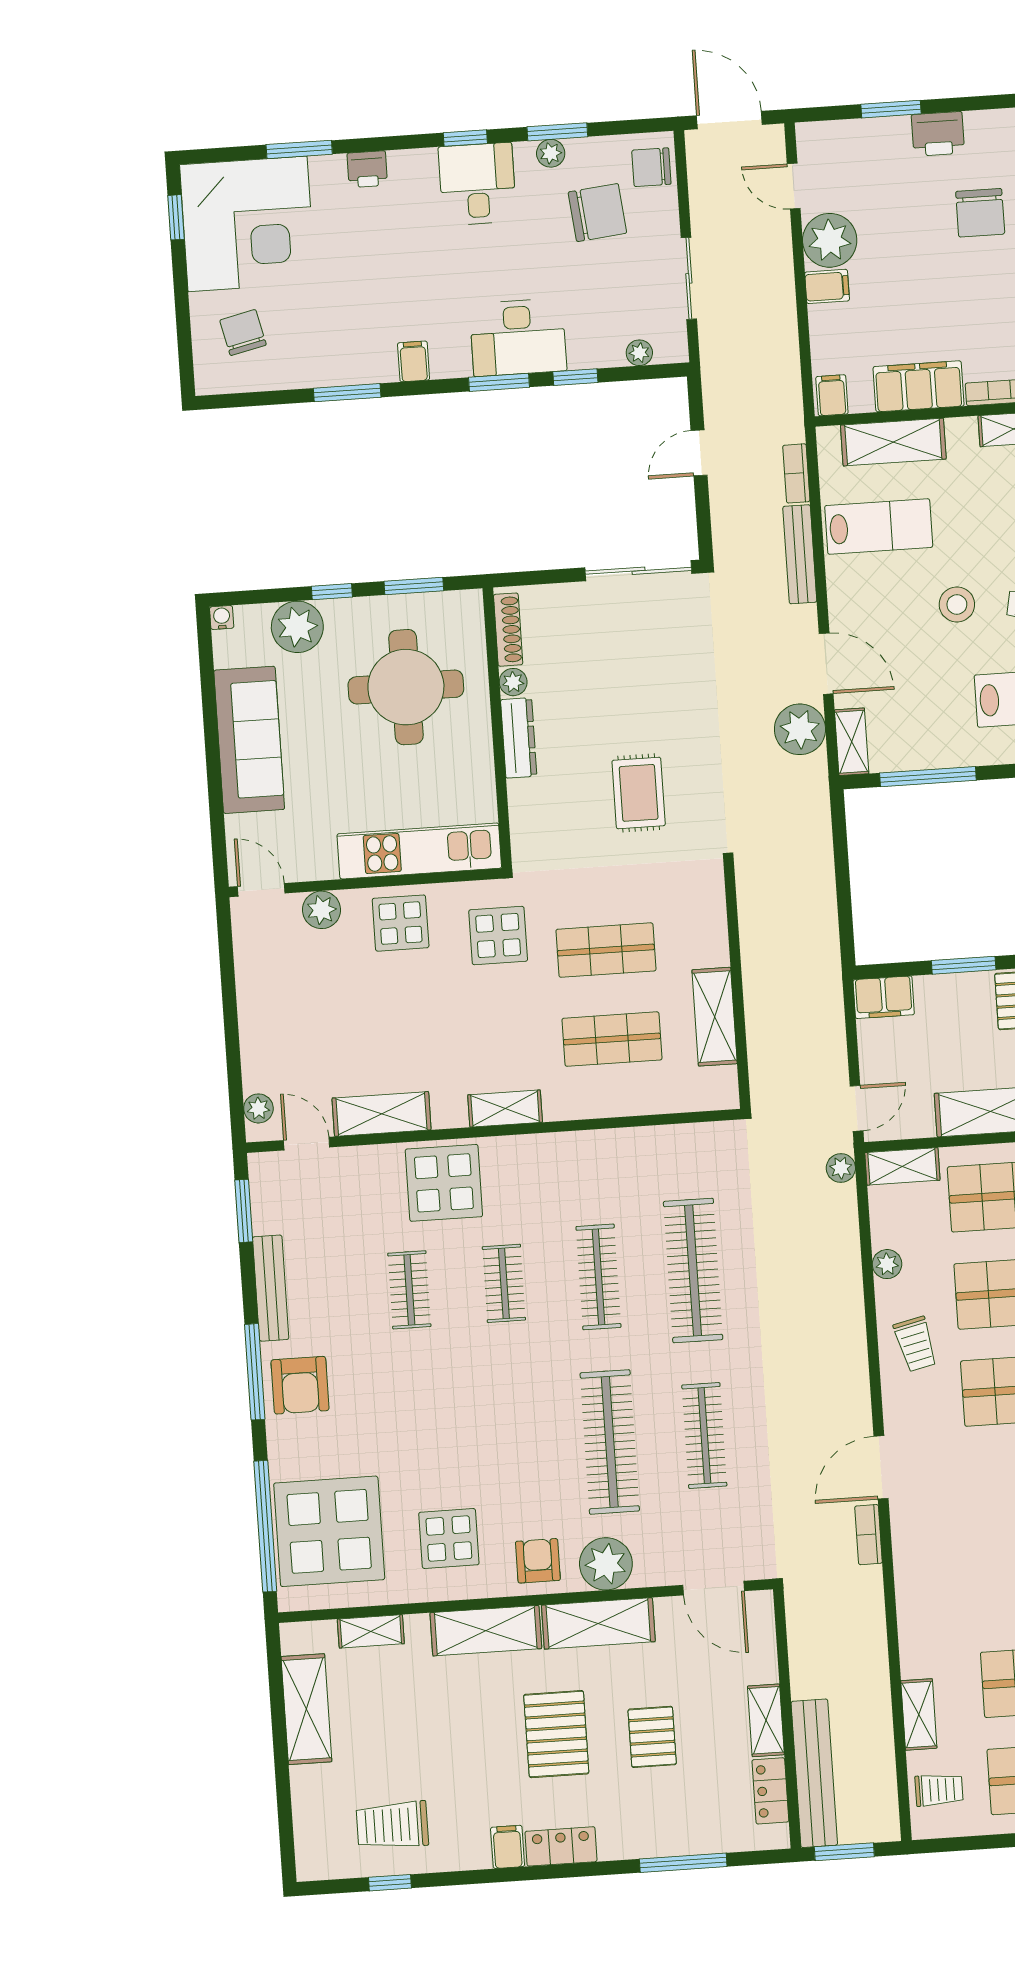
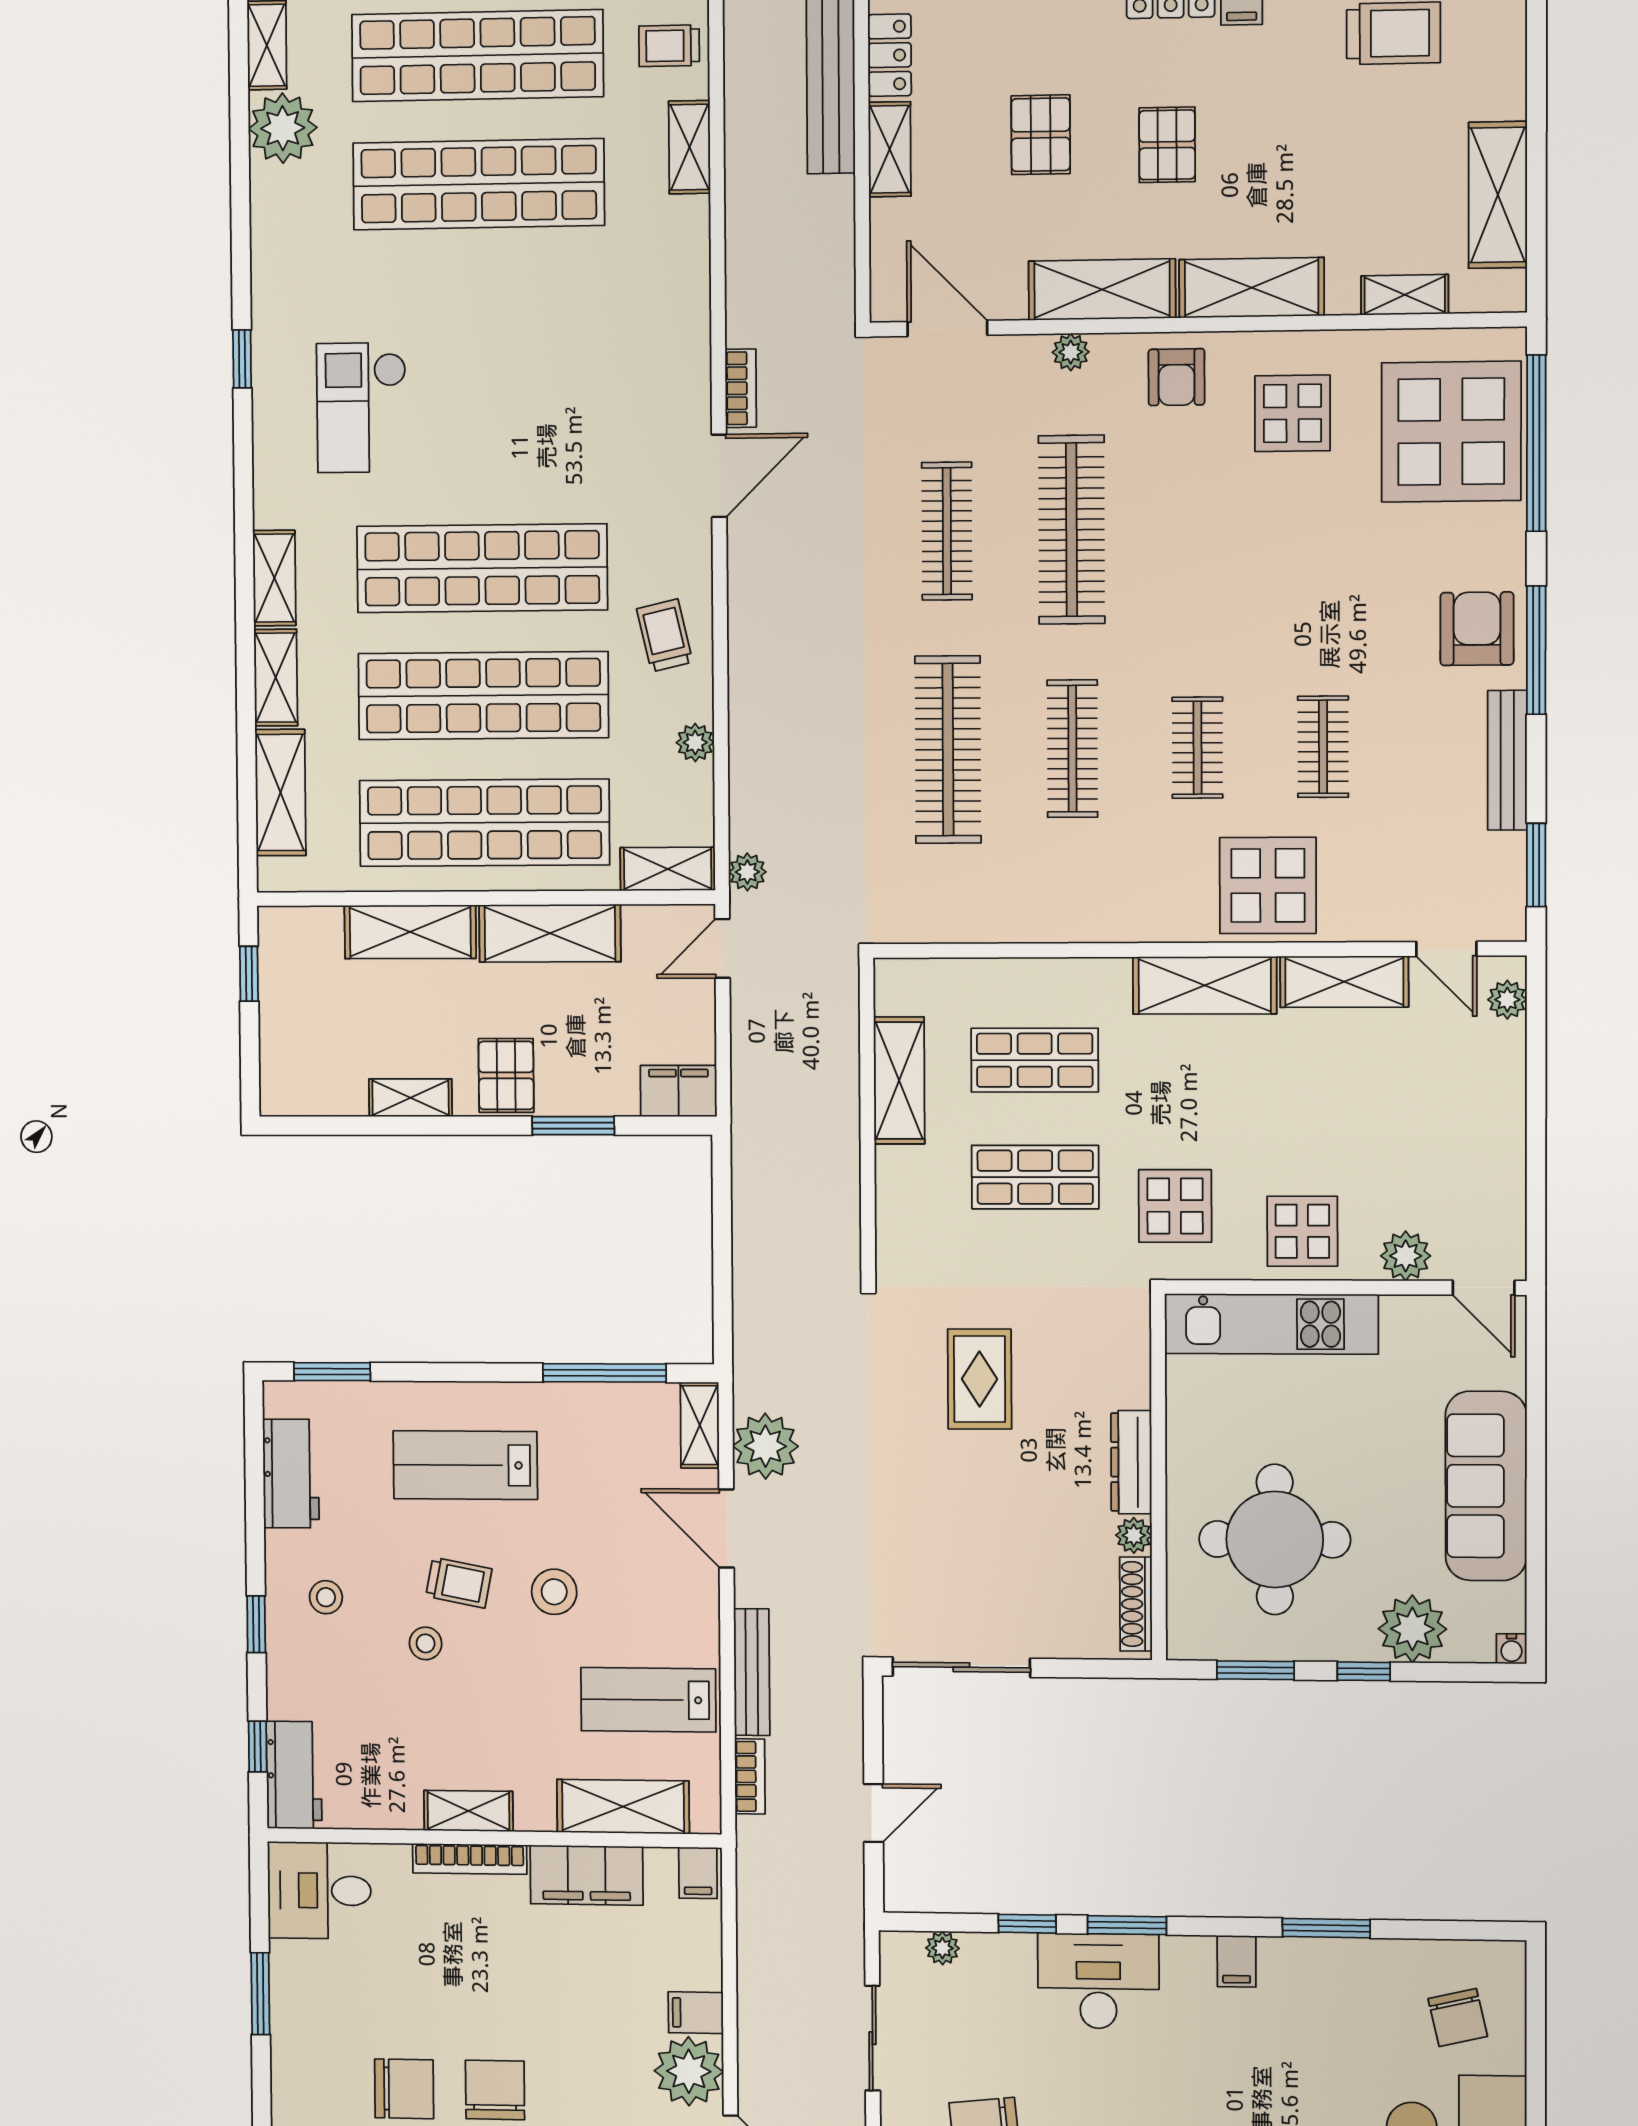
shelving: (505, 1109) -> (1205, 985), width x1.50, depth x1.33
plant: (606, 1564) -> (1071, 352), width x0.53, depth x0.53
pallet: (556, 1734) -> (1167, 145), width x0.67, depth x0.71

